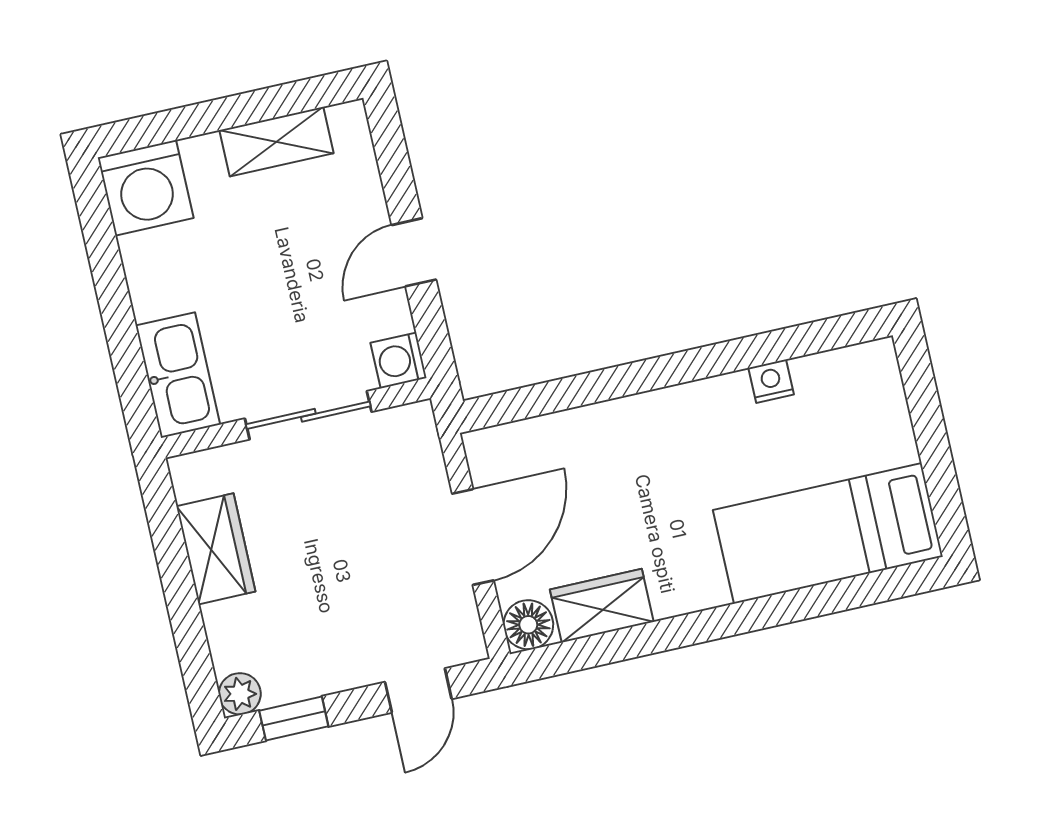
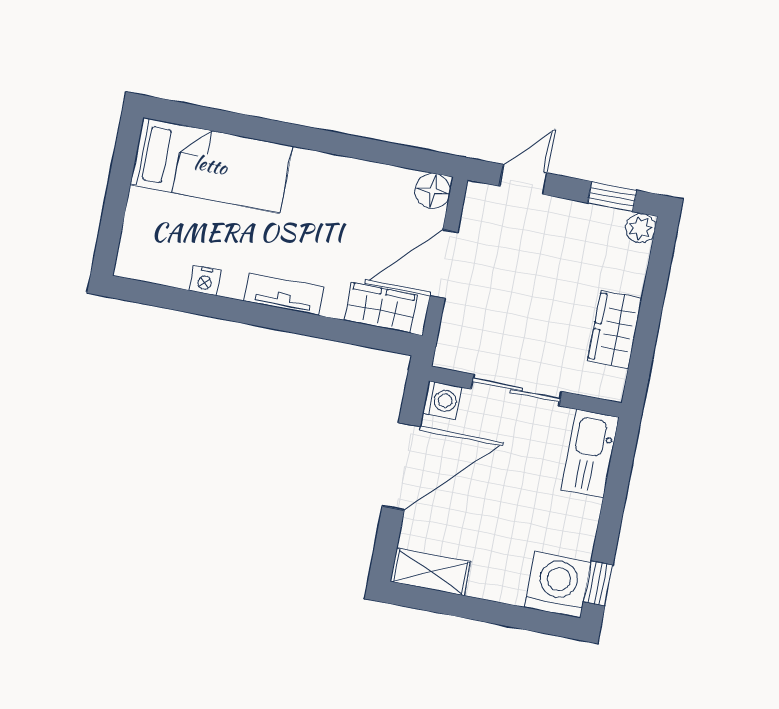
shelving: (277, 142) -> (430, 572), moved
window: (94, 212) -> (598, 583), added
door: (414, 252) -> (401, 466), width x1.87
tv unit: (662, 408) -> (284, 294), added
wardrobe: (602, 606) -> (381, 308), moved, turned 180

